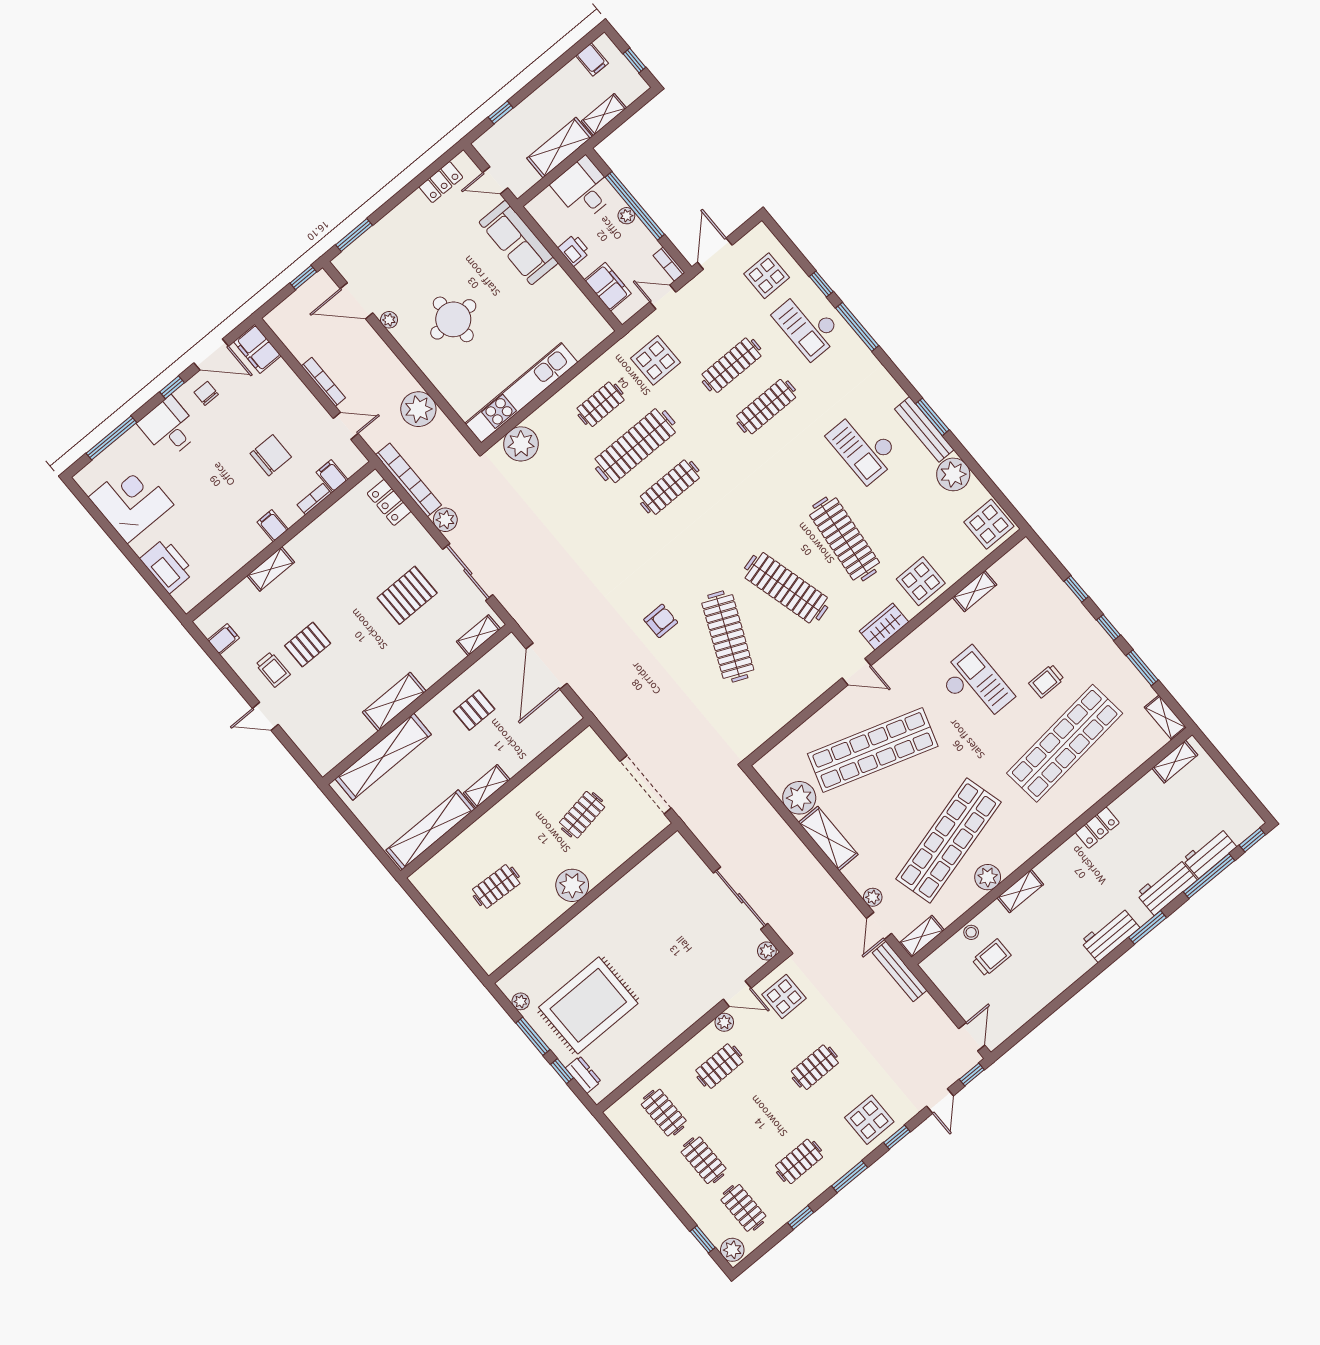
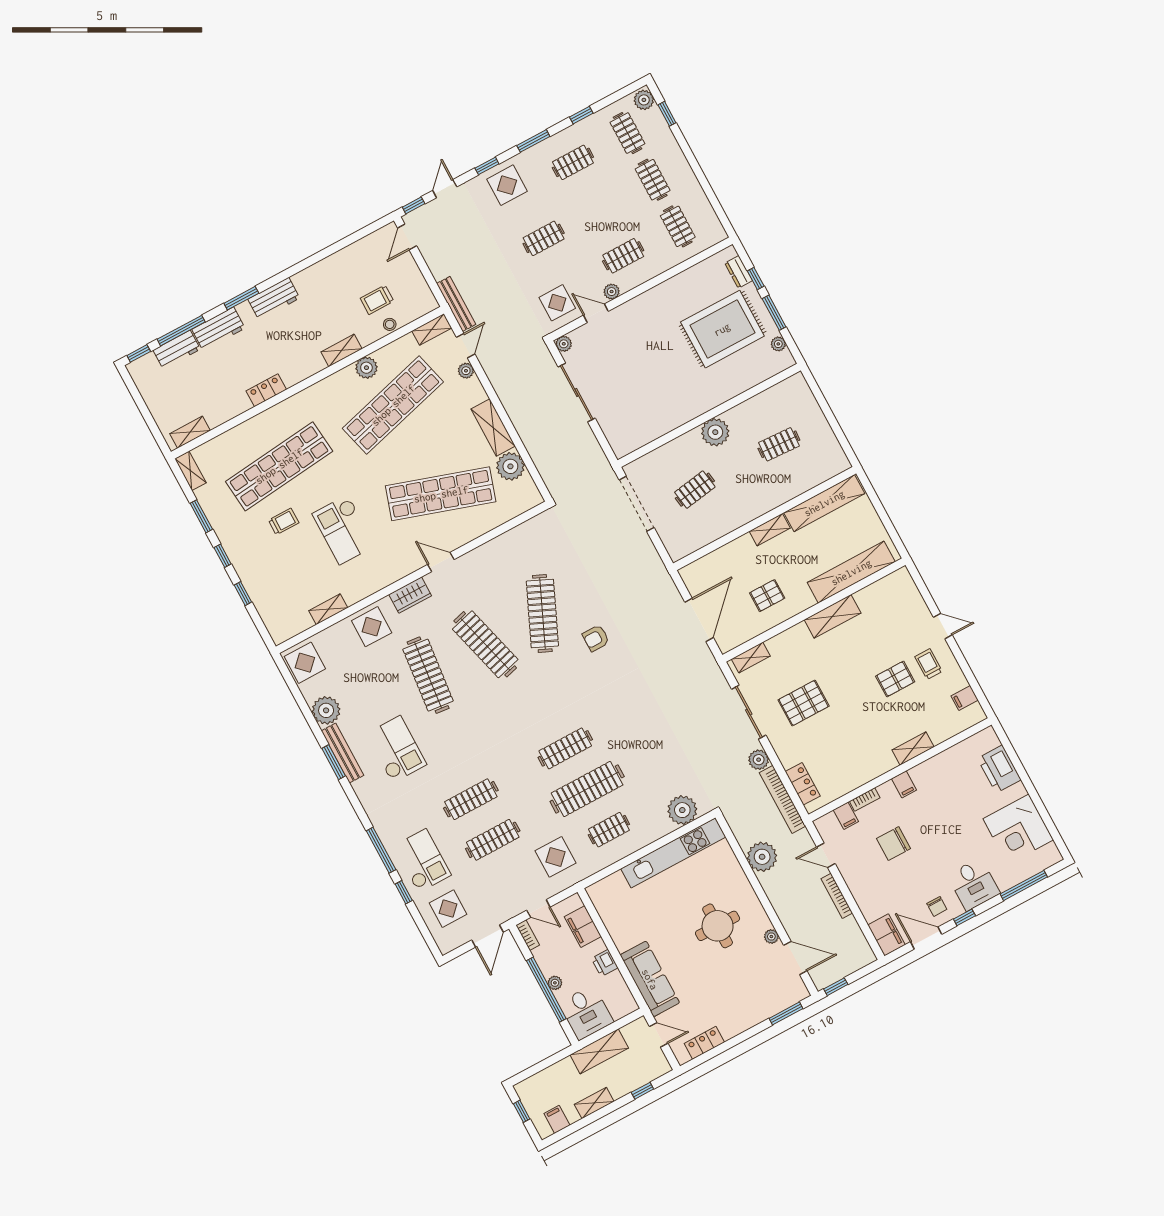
shelving: (604, 114) -> (594, 1103), moved

